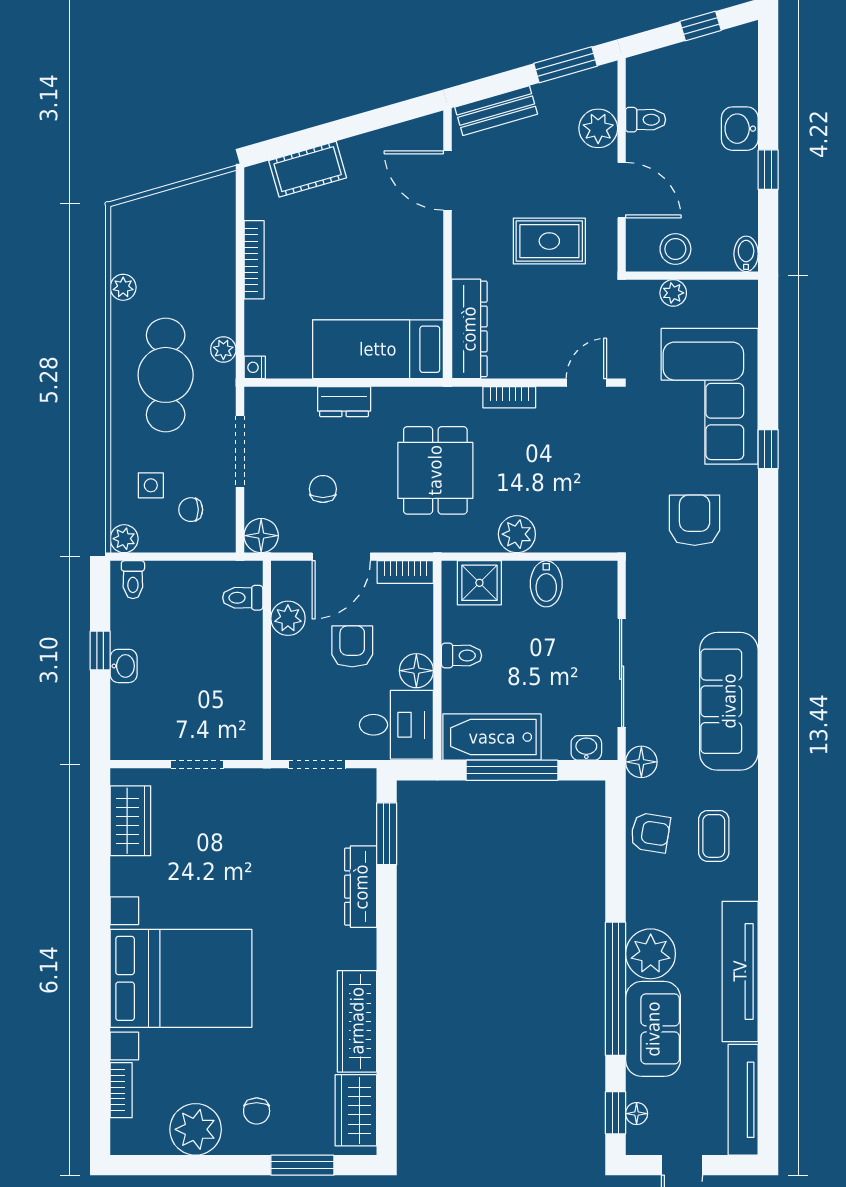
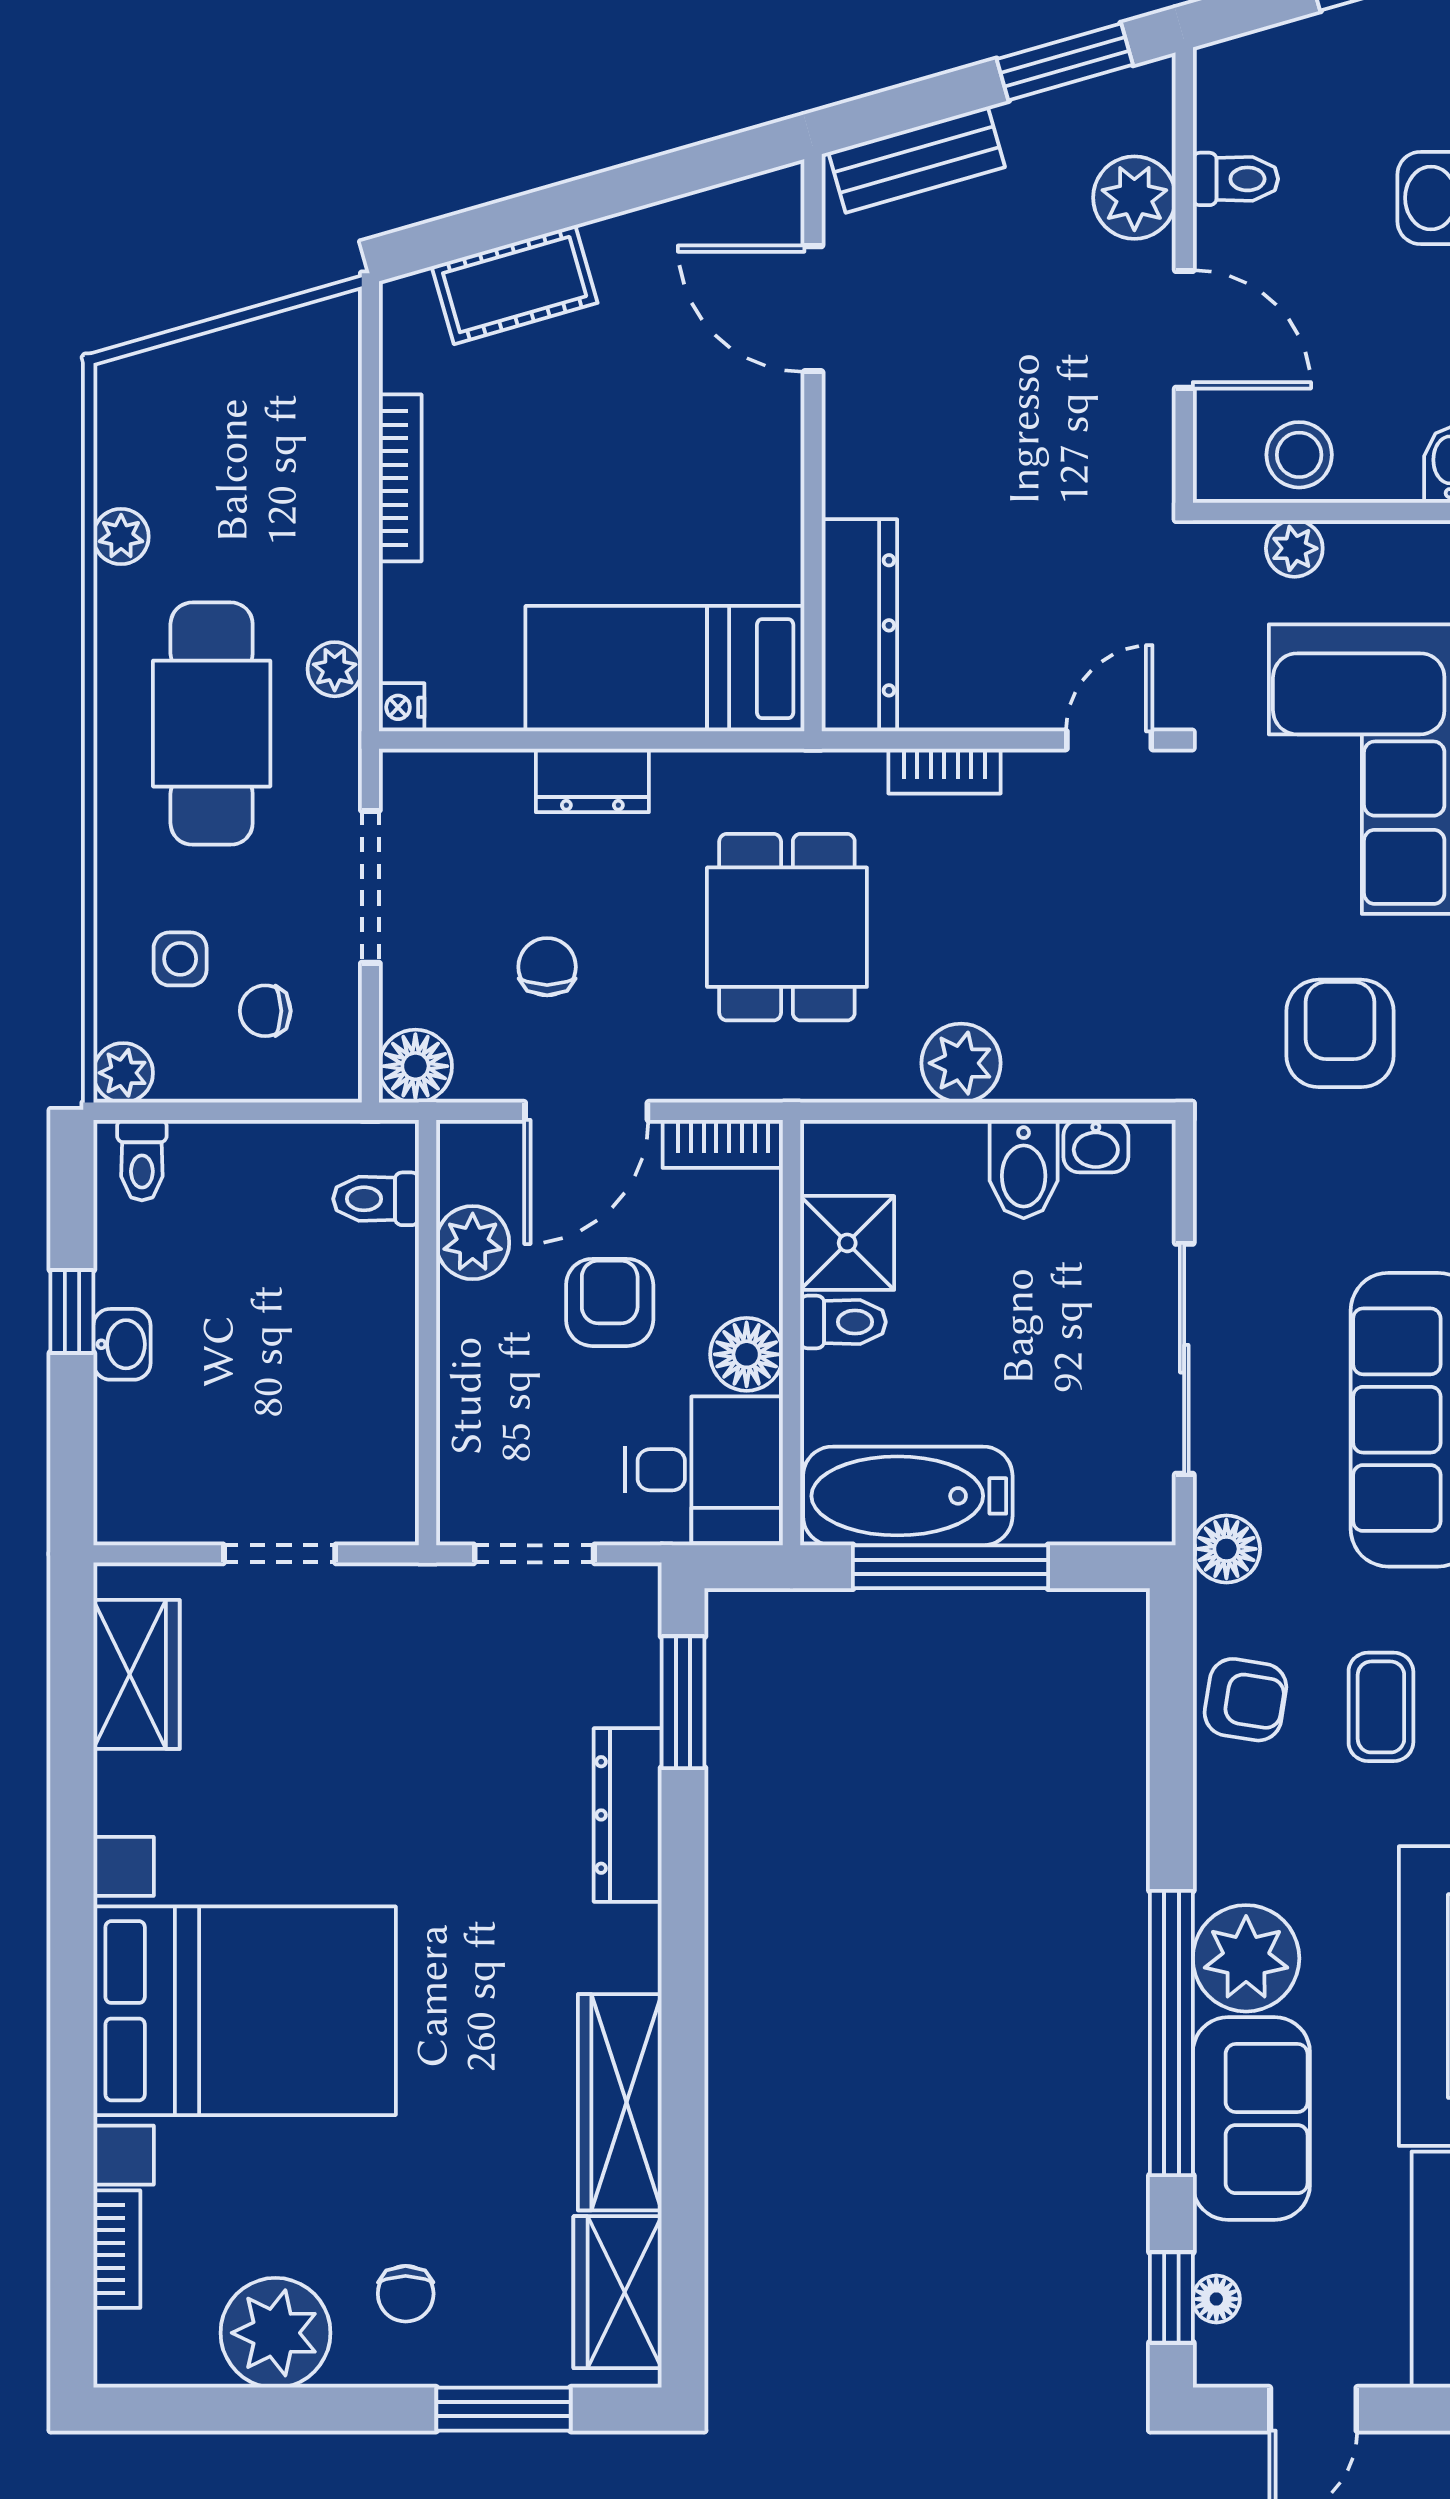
rug: (549, 241) -> (1030, 438), removed
shower: (479, 583) -> (847, 1243), moved
washbasin: (586, 748) -> (1096, 1146), moved, turned 180

